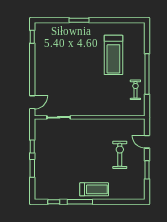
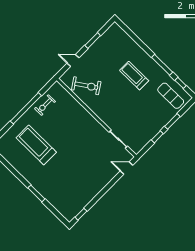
treadmill: (113, 55) -> (36, 145), turned -90
door: (147, 142) -> (73, 60), swing flipped
exercise bike: (120, 155) -> (86, 86), moved, turned -124
exercise mat: (52, 186) -> (171, 96), added
treadmill: (94, 189) -> (134, 76), moved

